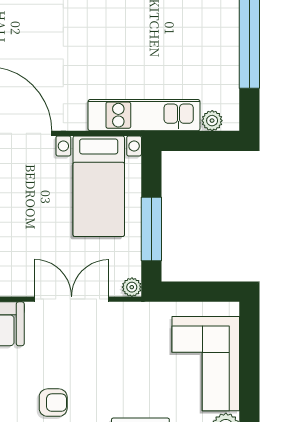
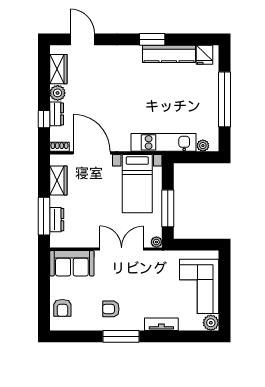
armchair: (53, 403) -> (111, 309), turned 180

